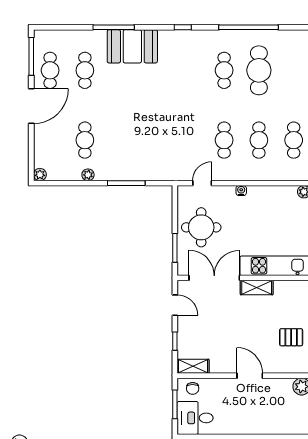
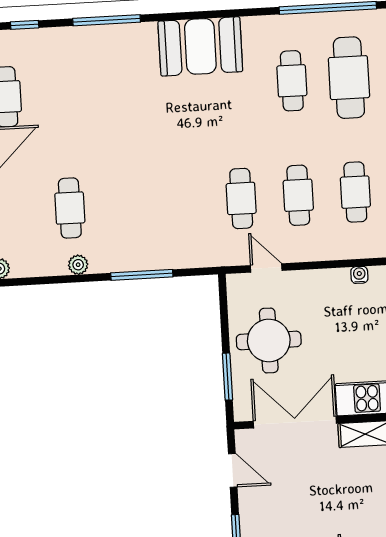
window: (183, 27) -> (25, 25), moved
booth: (132, 46) -> (200, 46), moved
cafe table: (85, 70) -> (241, 198), moved
door: (202, 183) -> (266, 268), hinge flipped
water cooler: (241, 191) -> (359, 275), moved

